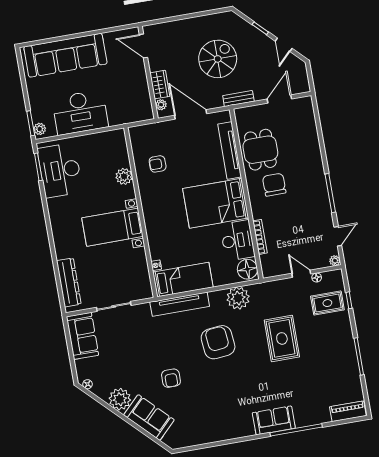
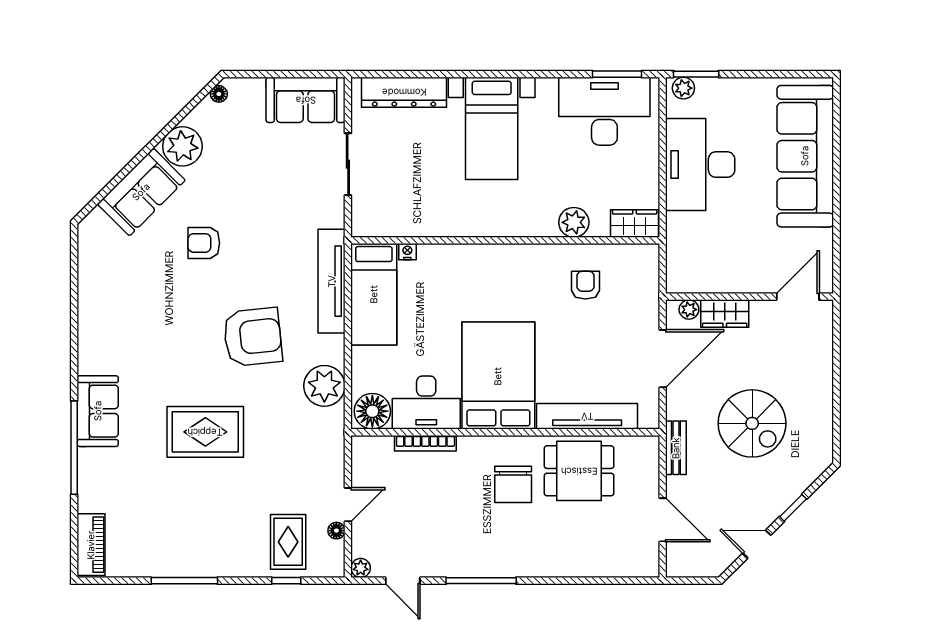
wardrobe: (119, 143) -> (635, 223), added
chair: (274, 185) -> (513, 484), turned 90
bed with nightstands: (112, 227) -> (492, 128), moved, turned 180
rug: (282, 338) -> (205, 432), moved

